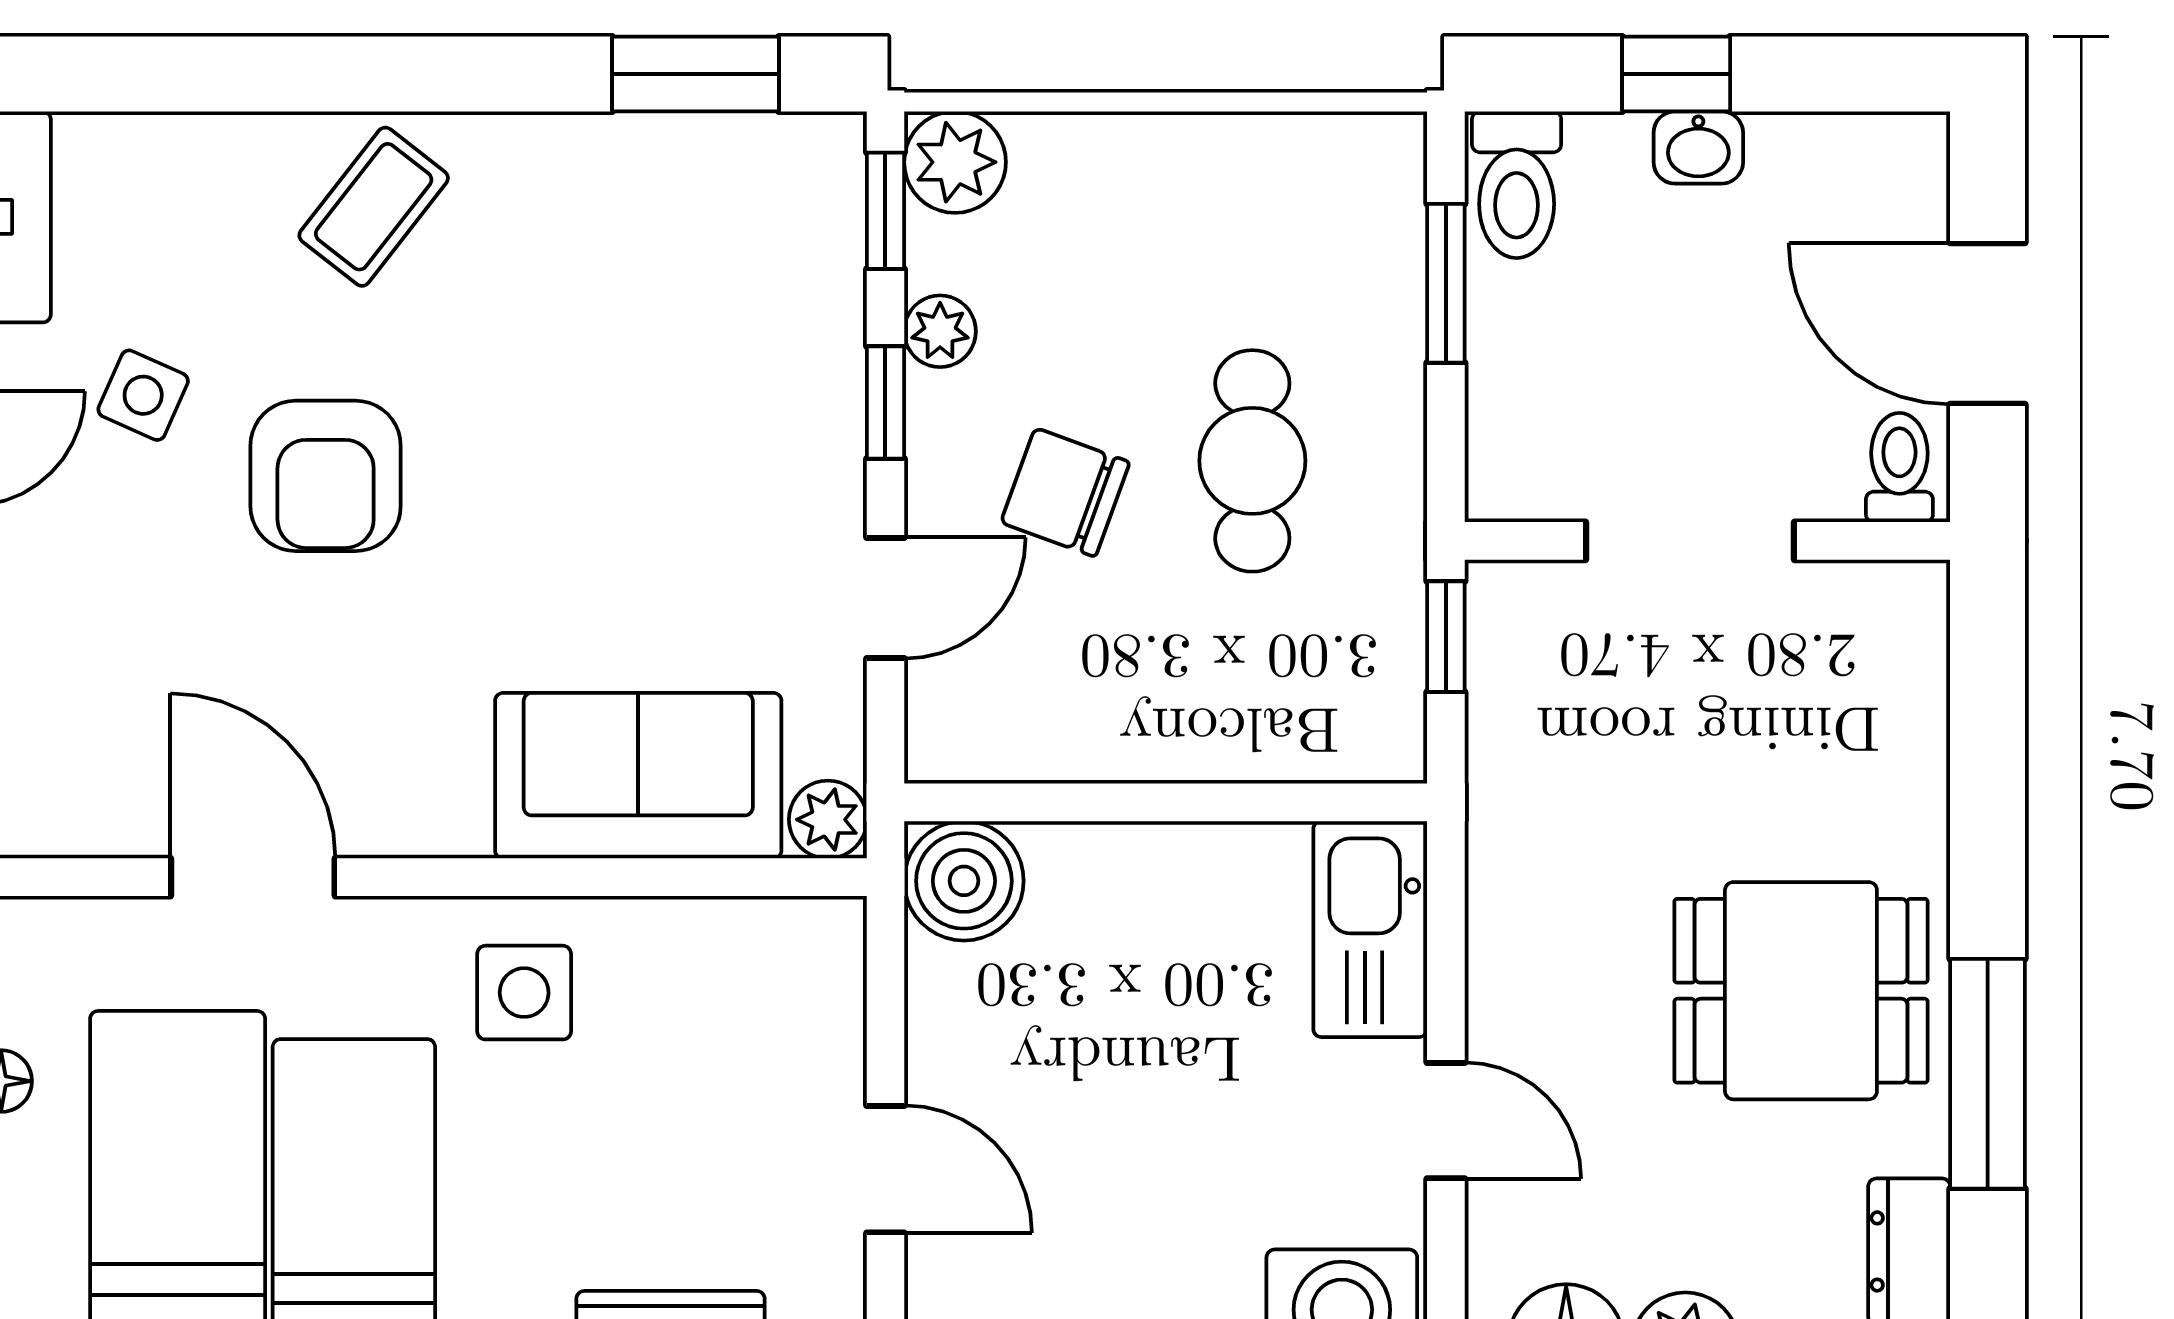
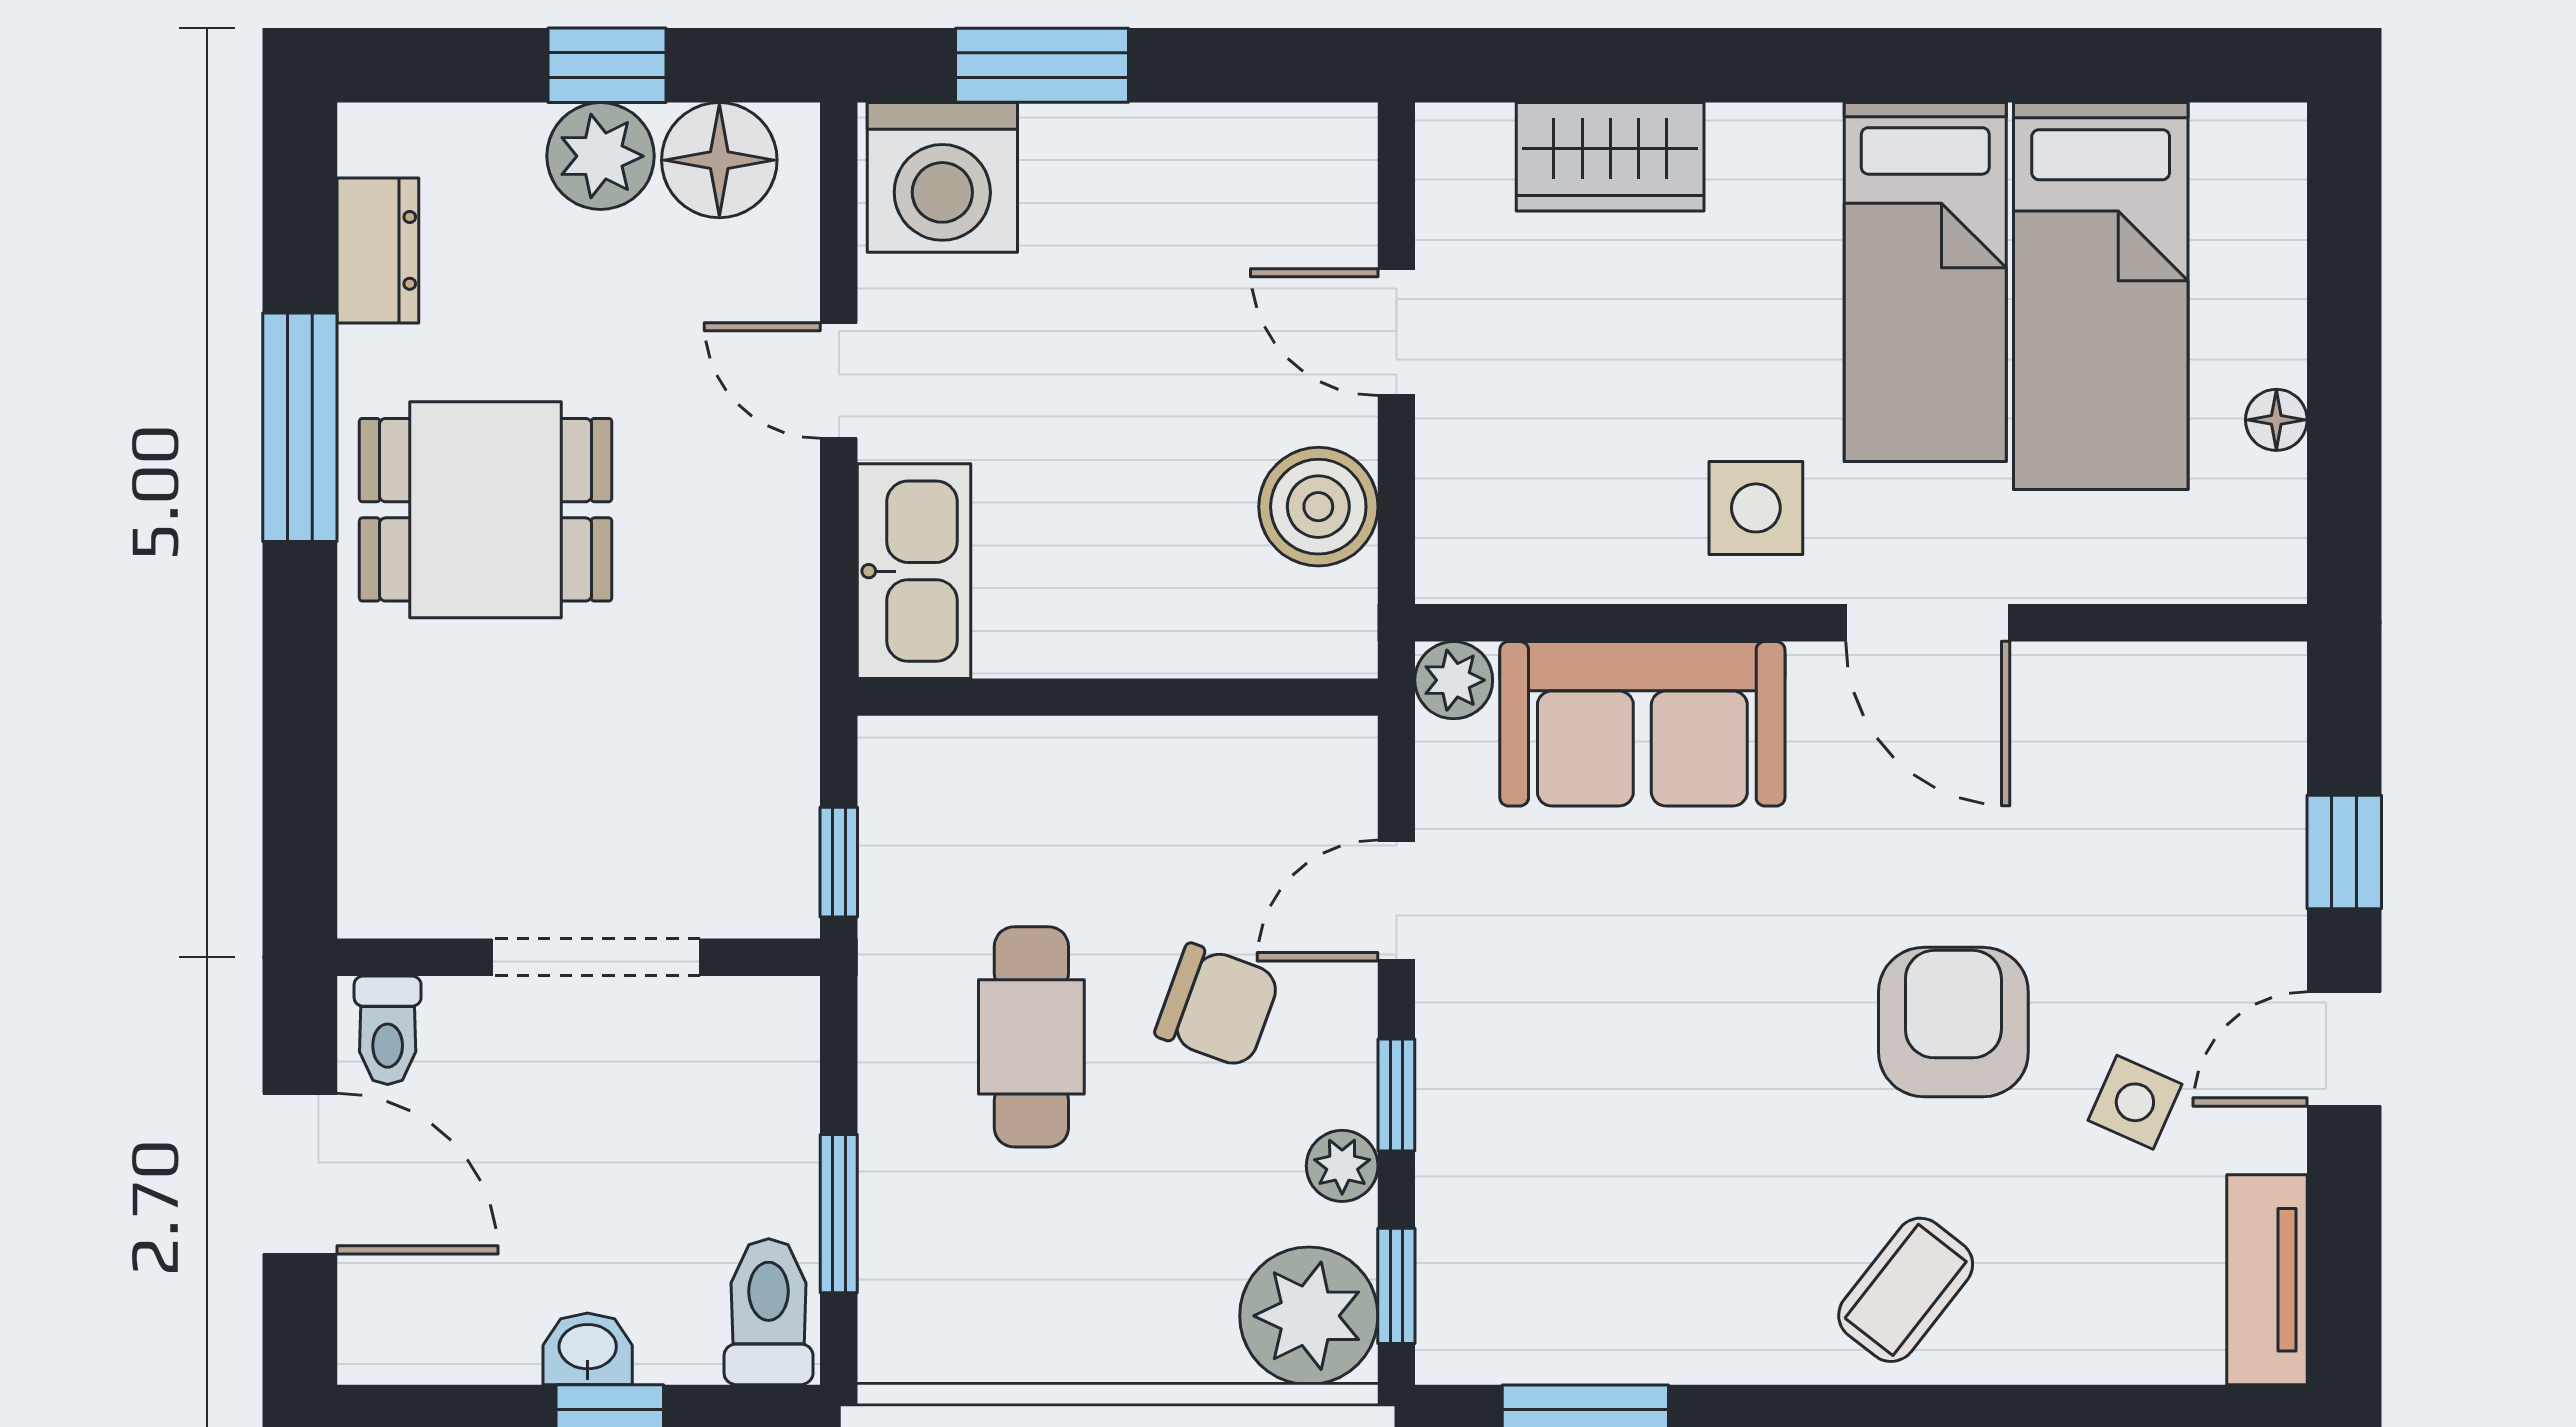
plant: (955, 162) -> (1309, 1316), width x1.36, depth x1.36
door: (253, 877) -> (1928, 623), moved
boiler: (964, 881) -> (1318, 507), moved

